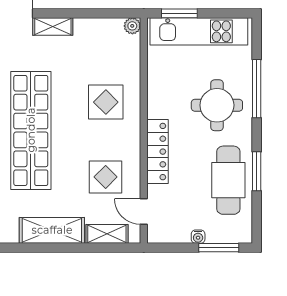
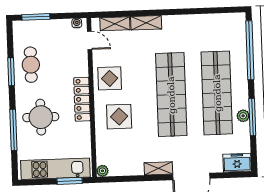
locker: (157, 152) -> (82, 99), moved
display table: (106, 177) -> (110, 78), moved
cafe table: (228, 180) -> (31, 65), width x0.73, depth x0.74
shelving: (52, 230) -> (146, 23), width x0.67, depth x0.75
water cooler: (198, 237) -> (77, 23), moved

